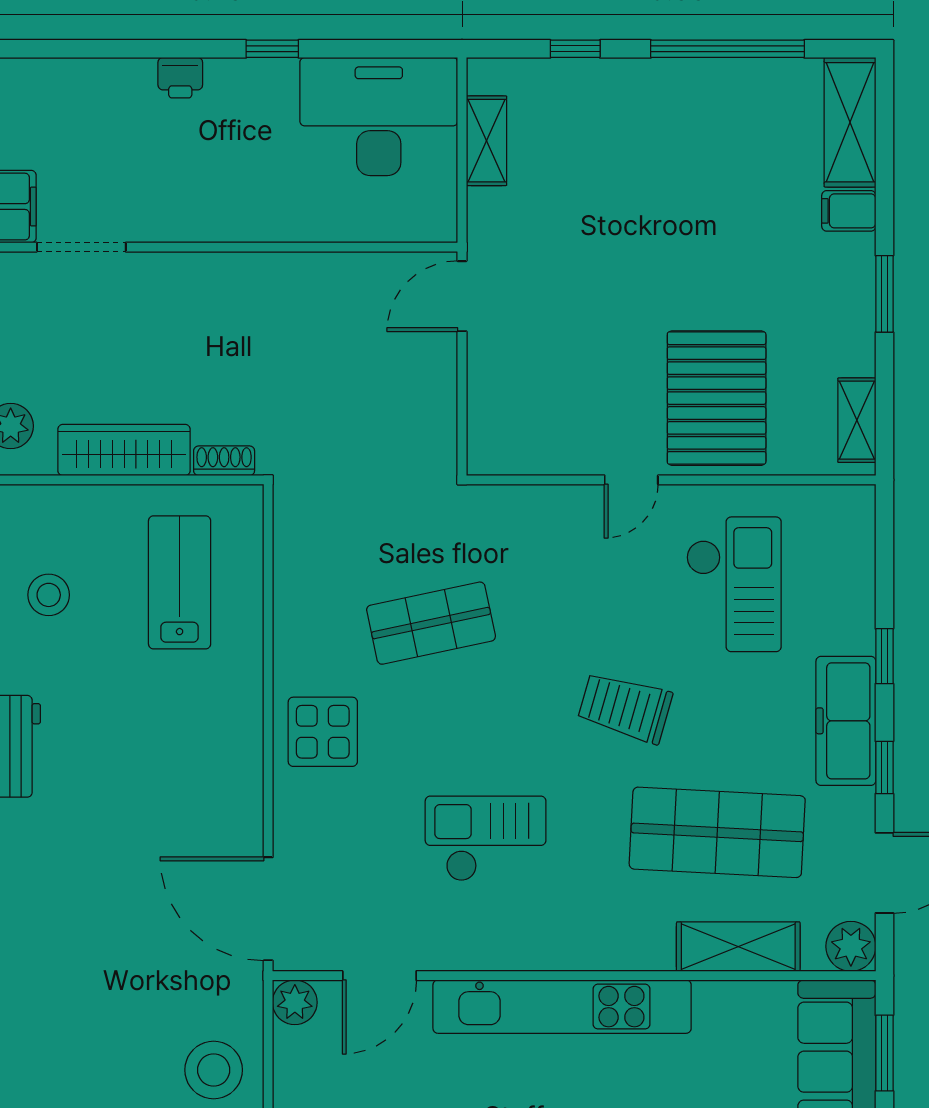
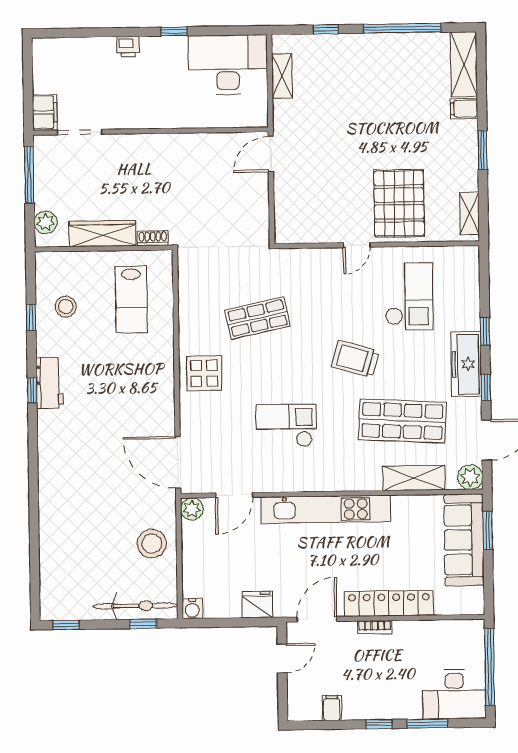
lab bench: (180, 582) -> (131, 299), turned 180

